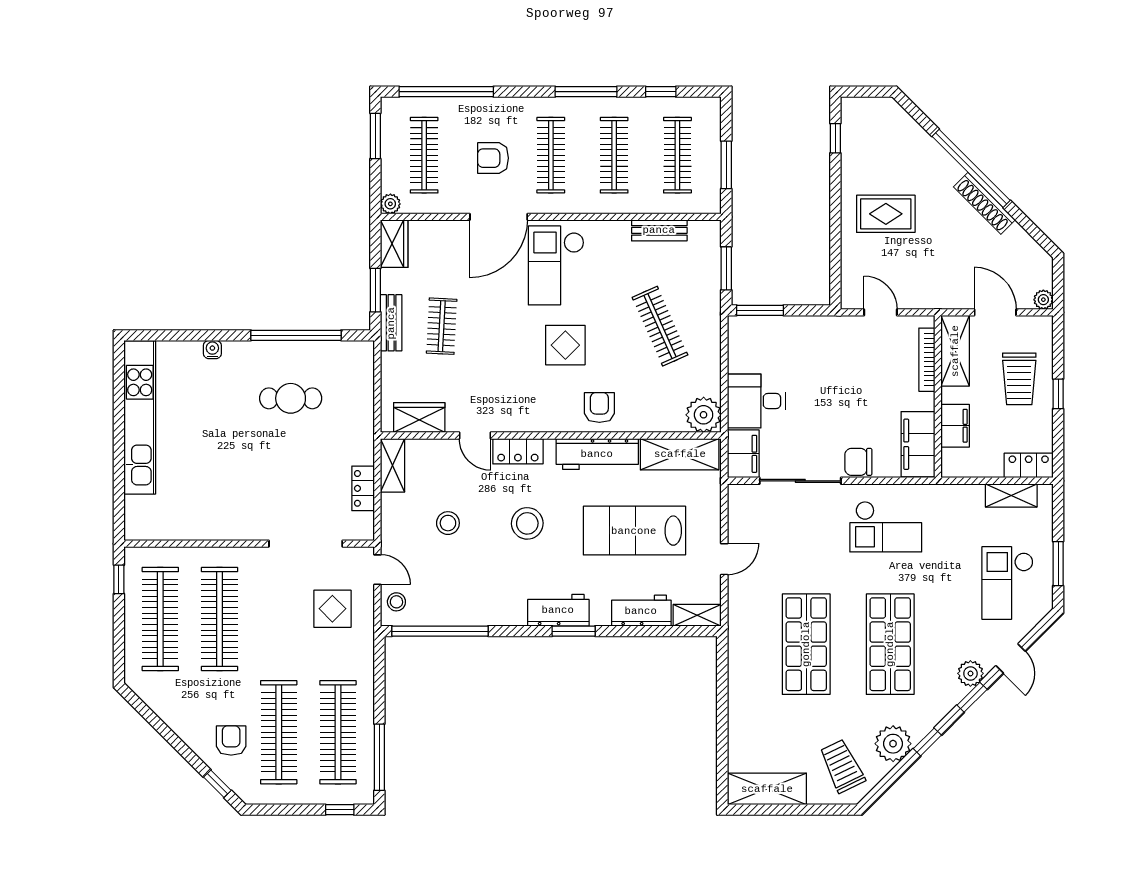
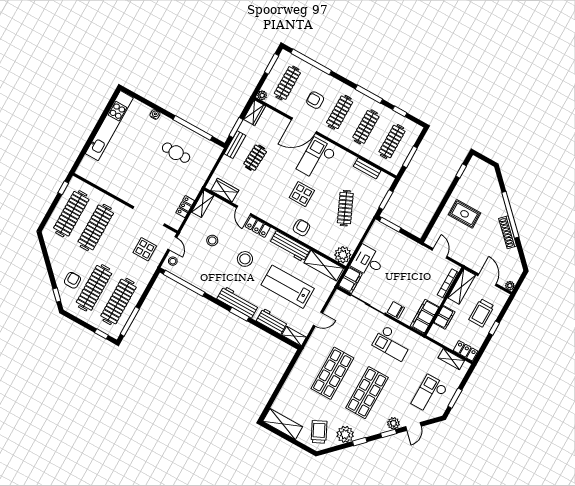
workbench: (558, 610) -> (238, 302), width x1.38

